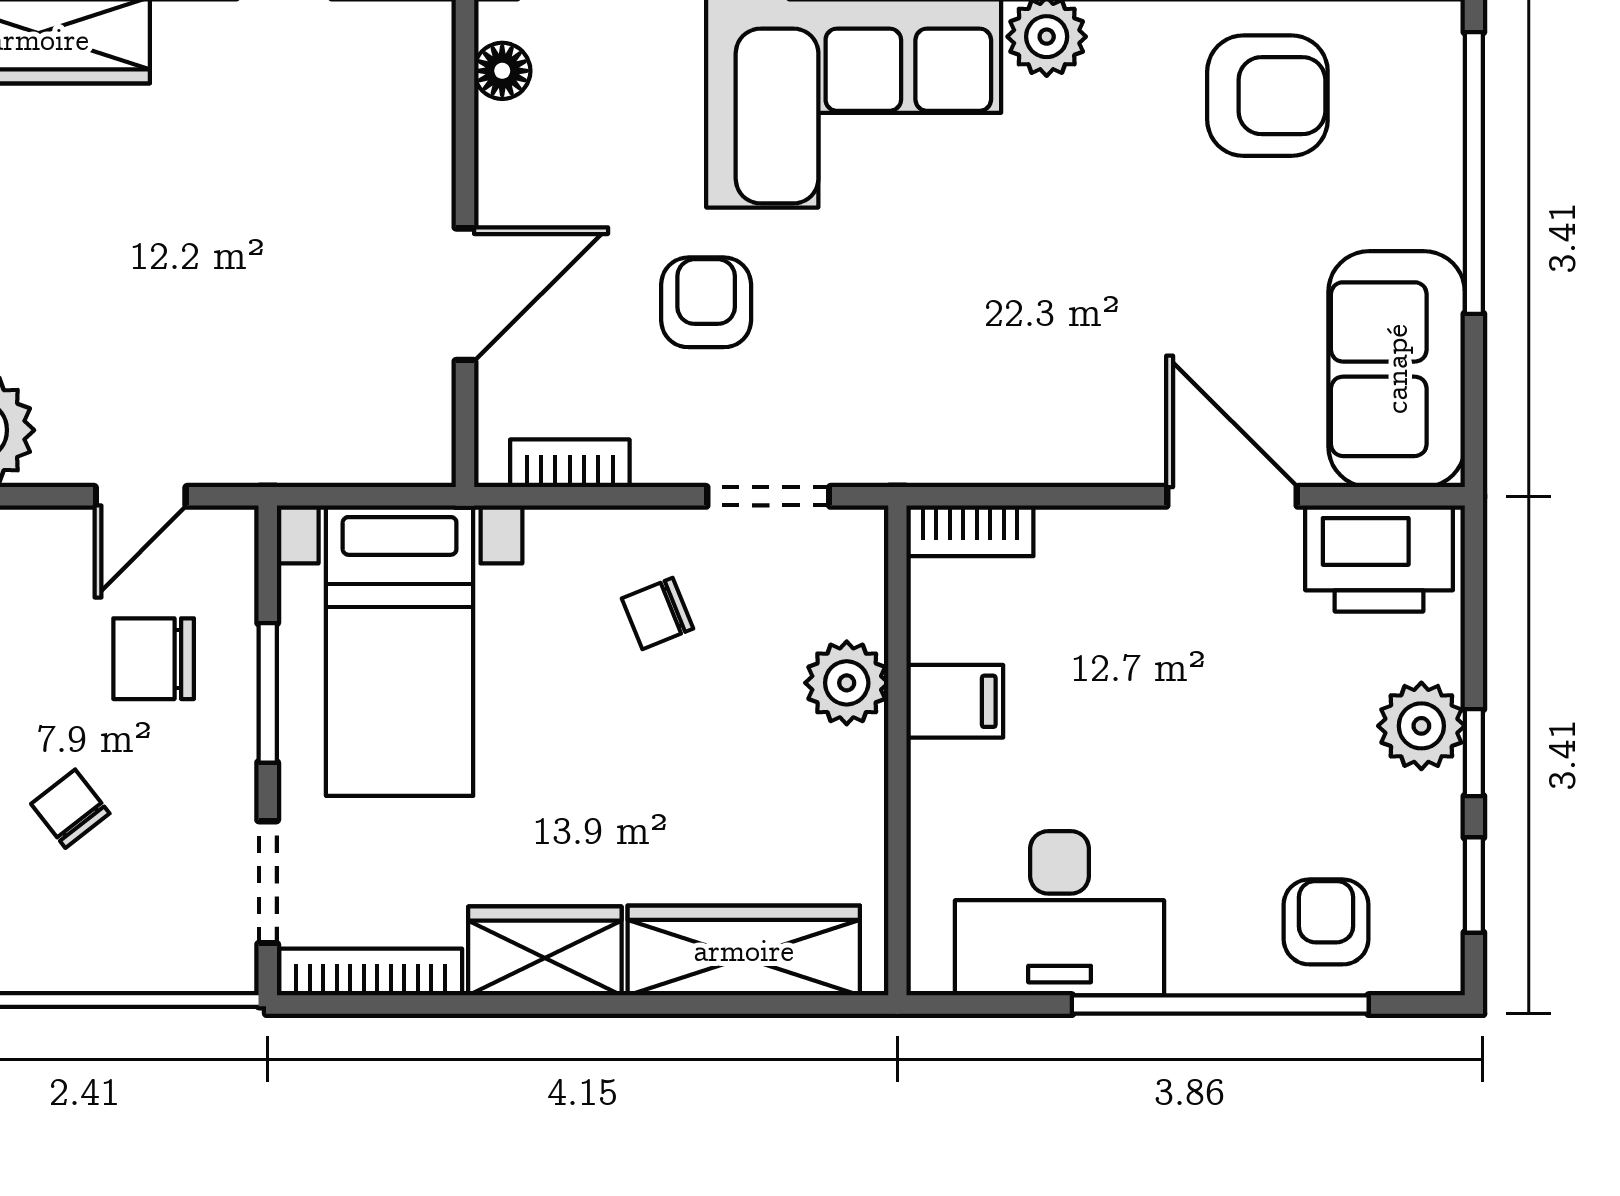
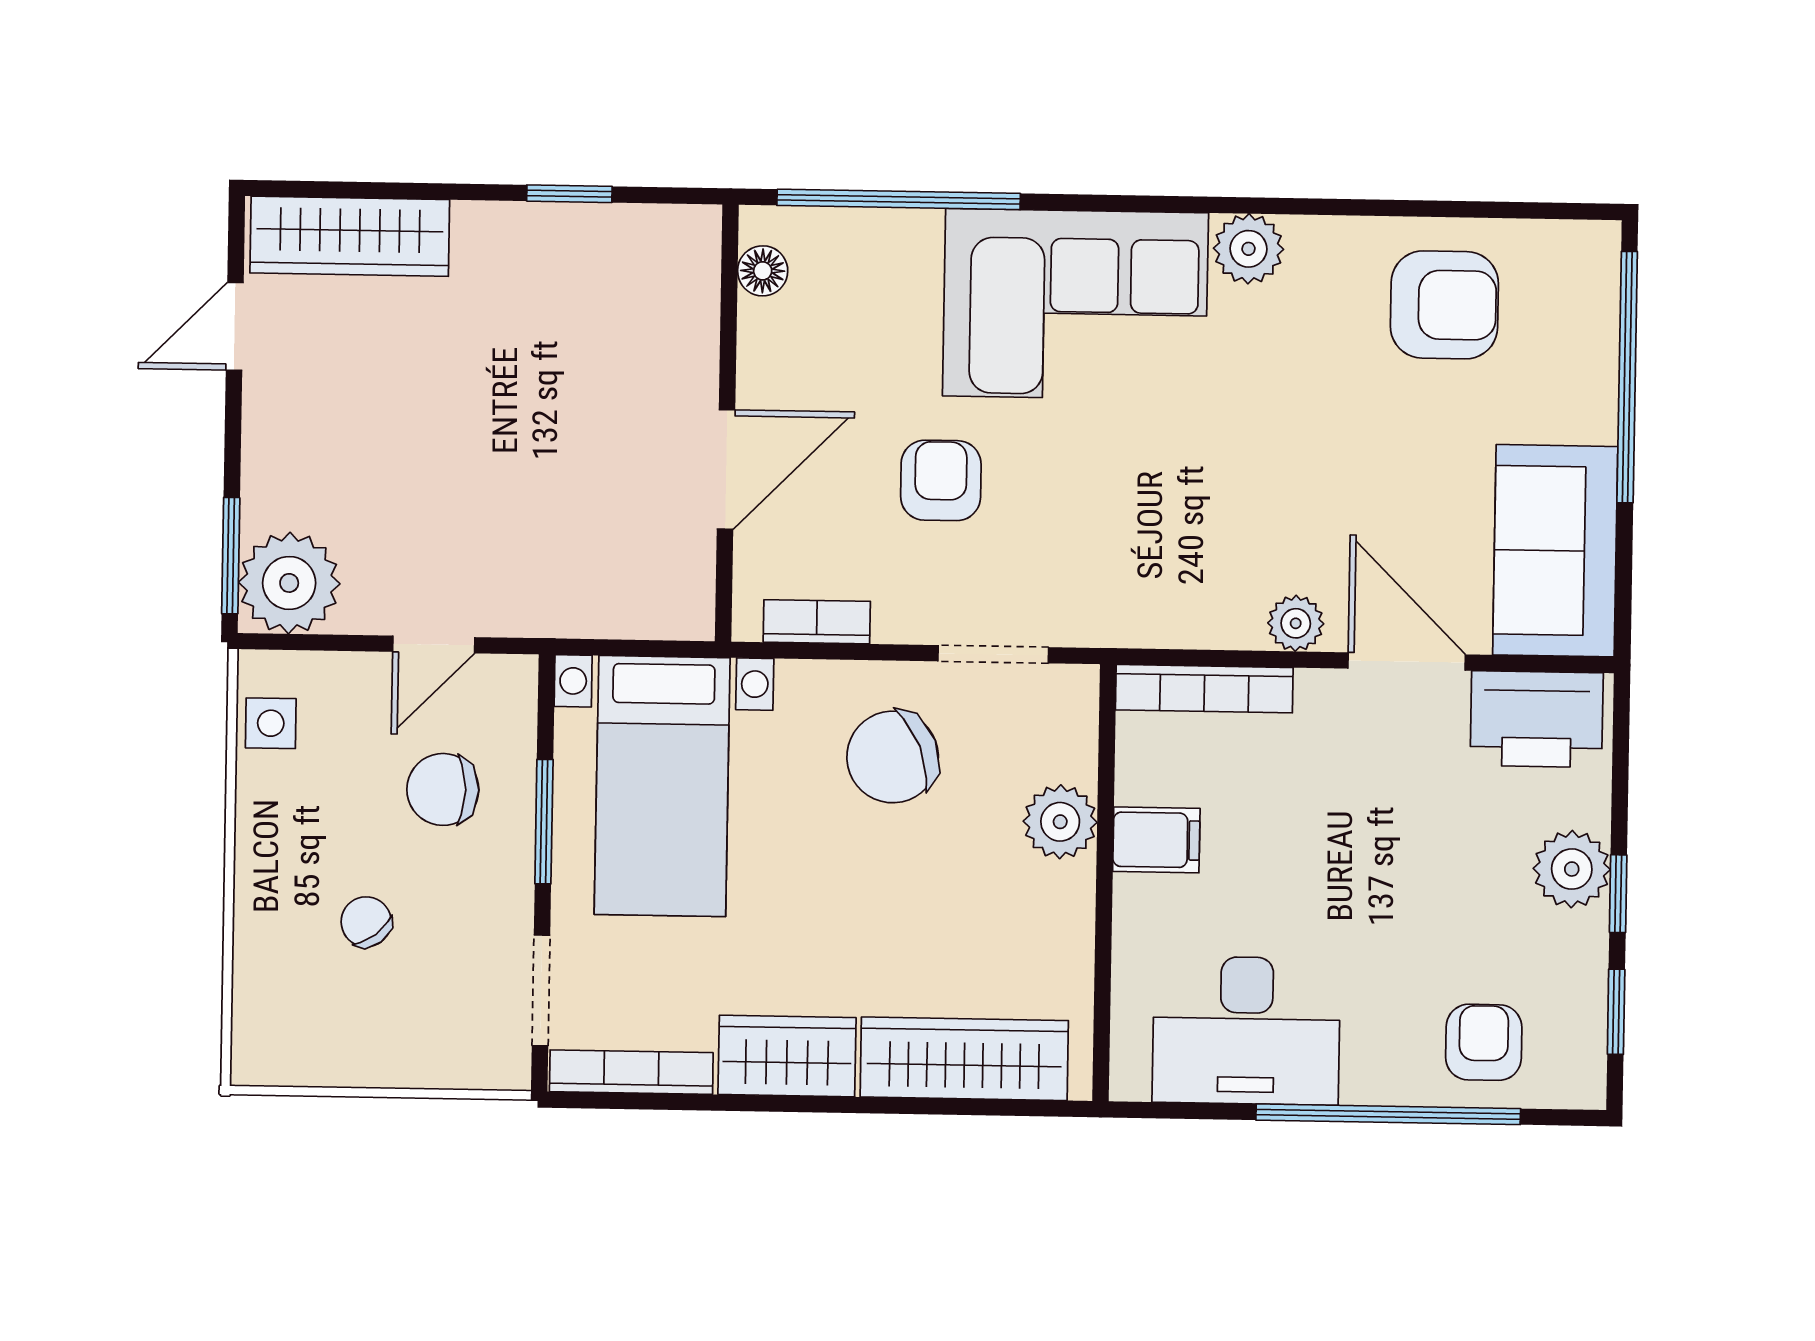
plant: (1107, 456) -> (1296, 623), added
bookcase: (970, 531) -> (1204, 689), width x1.56
chair: (658, 613) -> (893, 757), width x1.87, depth x1.87

